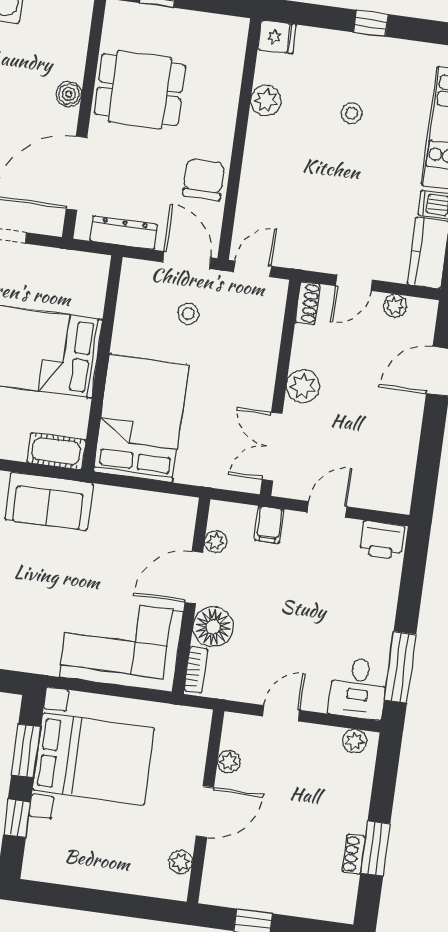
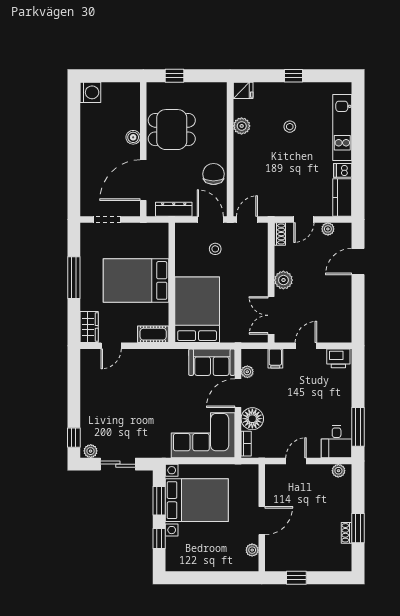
sofa: (49, 501) -> (212, 362), moved
plant: (229, 762) -> (271, 491), removed

